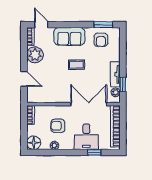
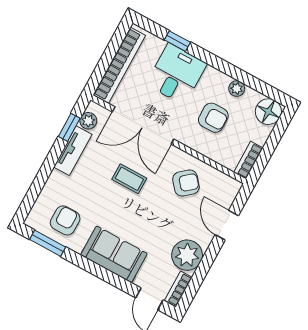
coffee table: (76, 65) -> (129, 179), moved
armchair: (54, 88) -> (186, 183), added

